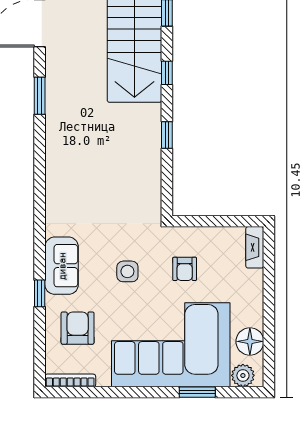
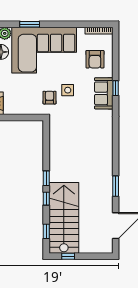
window: (167, 135) -> (46, 178), moved
armchair: (185, 269) -> (50, 98), moved
window: (40, 293) -> (116, 88), moved

